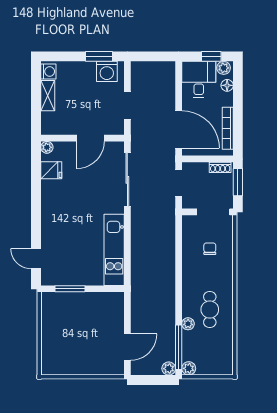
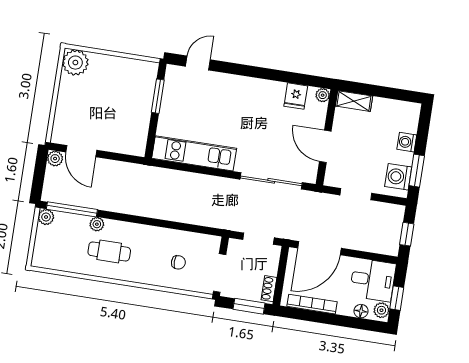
window: (155, 56) -> (407, 234), added
washing machine: (48, 71) -> (407, 142), moved, turned 90
shelving: (48, 96) -> (354, 101), moved
plant: (52, 364) -> (75, 63), added
plant: (169, 369) -> (55, 159), moved

